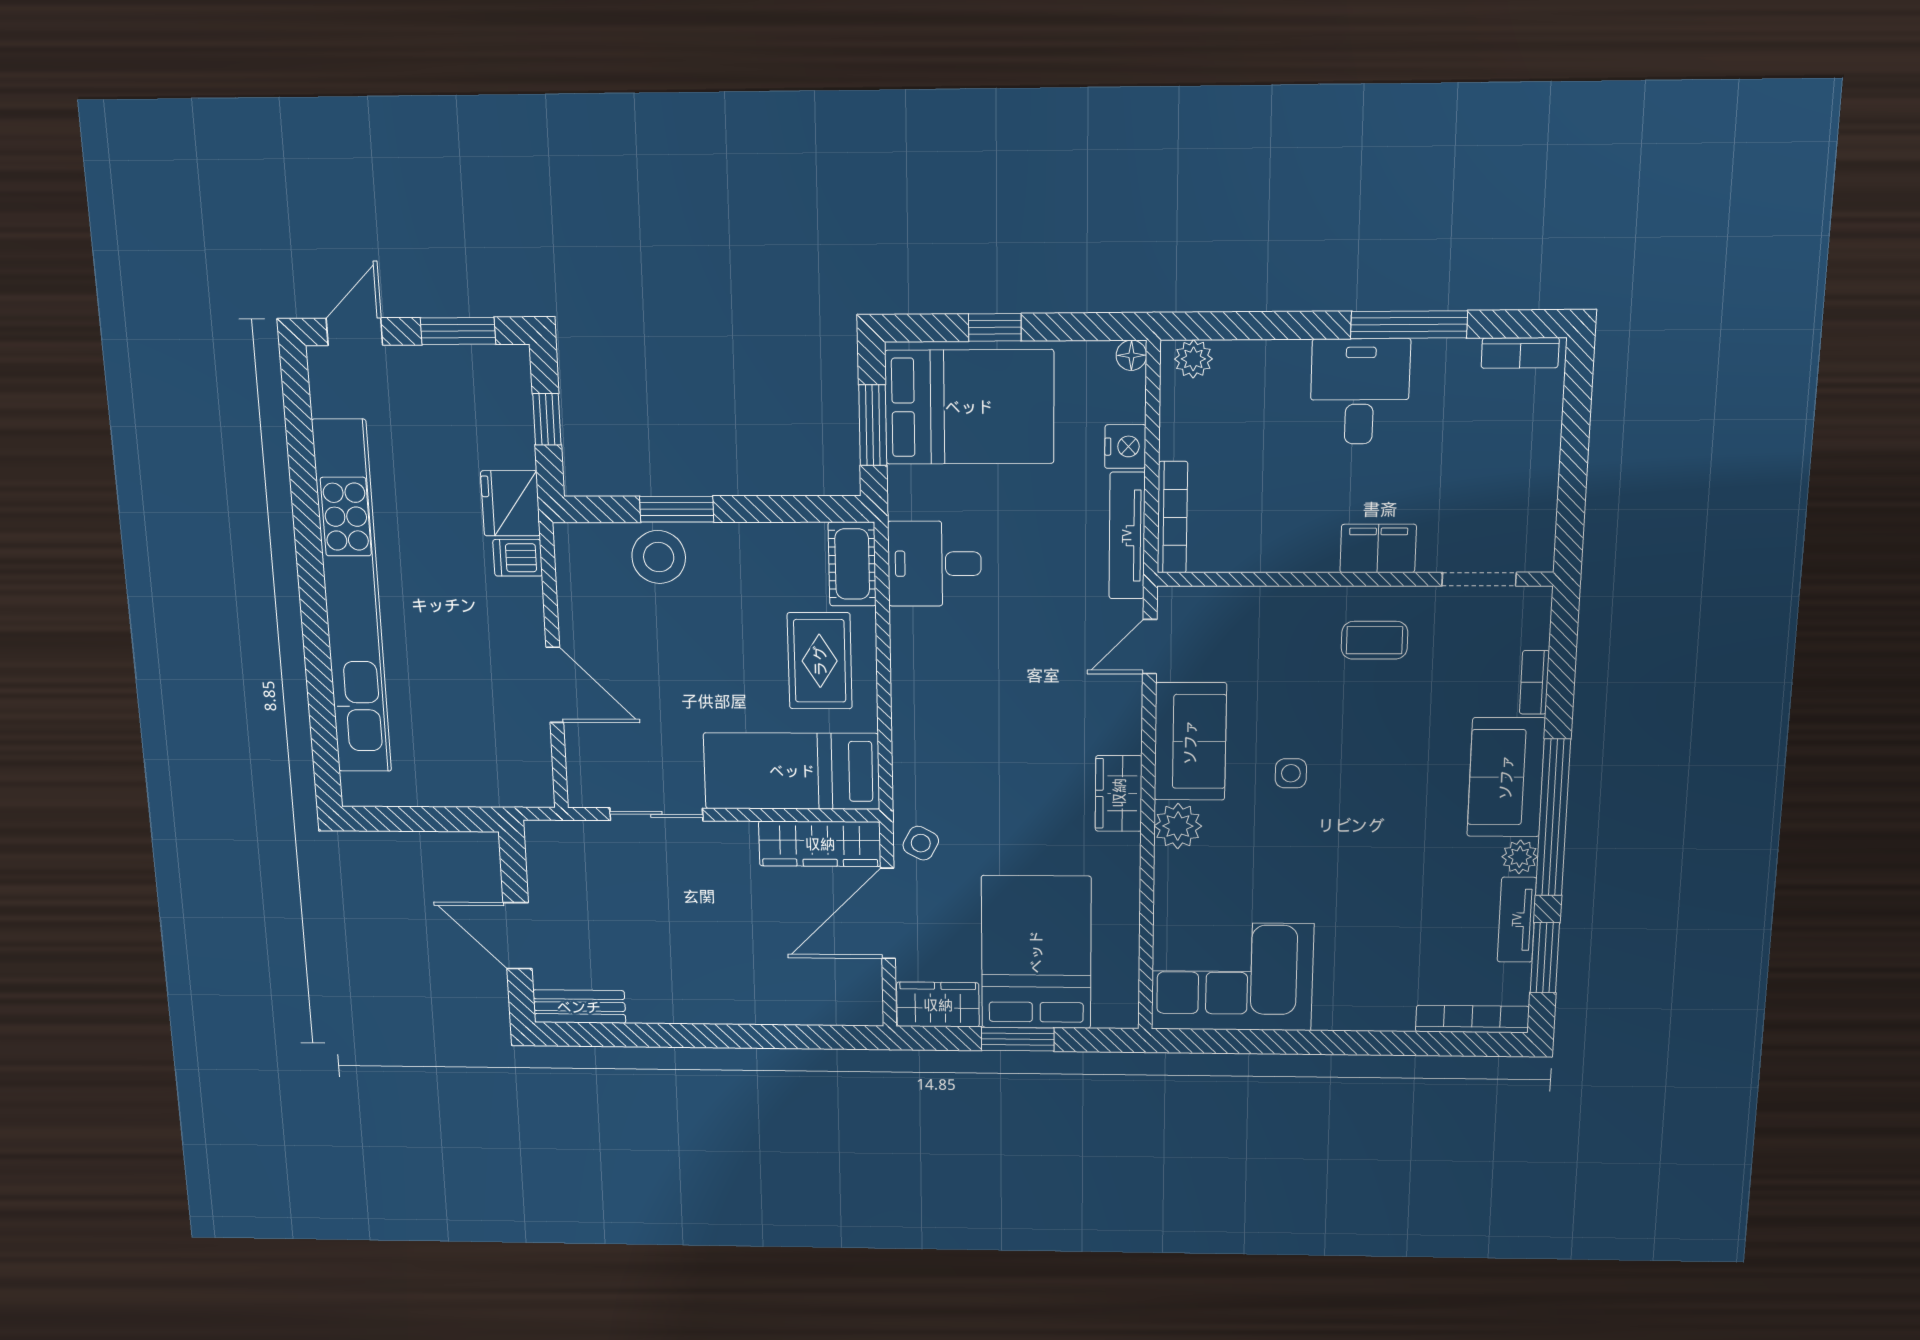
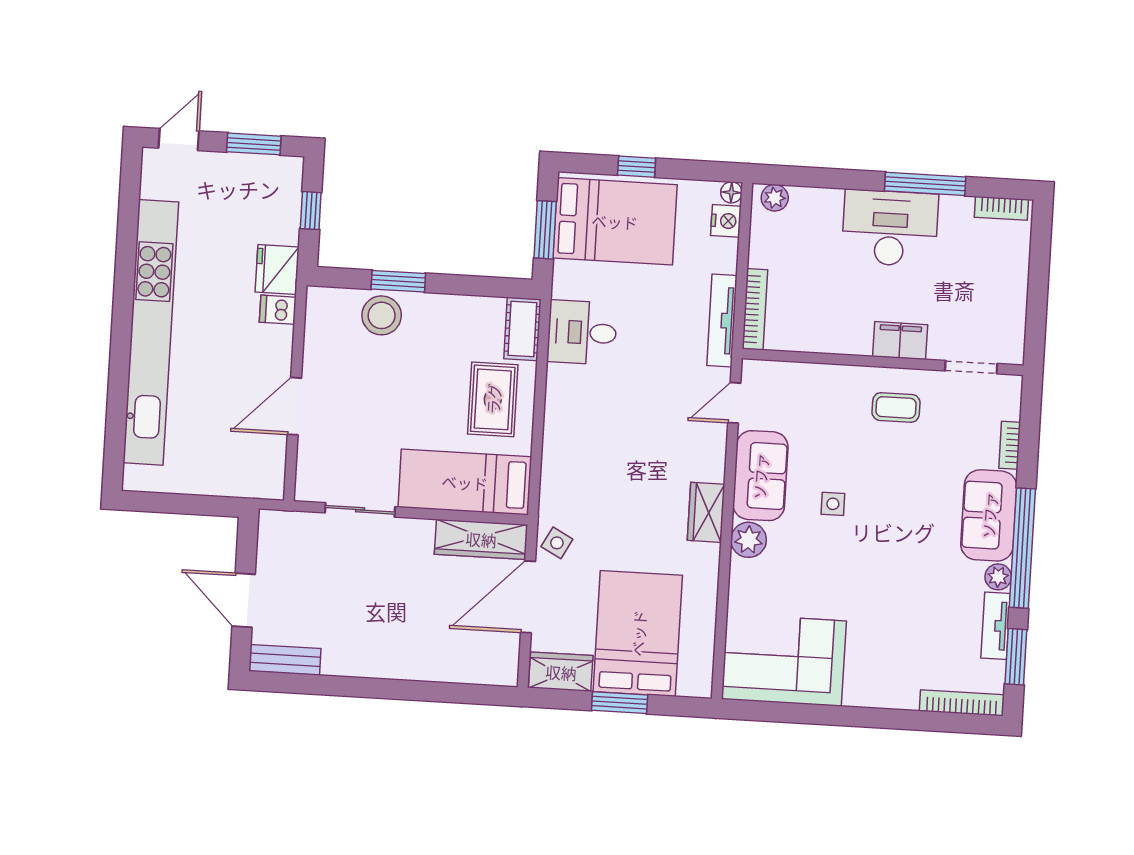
desk: (1360, 391) -> (890, 228), width x1.37
nightstand: (1125, 446) -> (726, 221), moved
door: (555, 685) -> (294, 406), swing flipped

